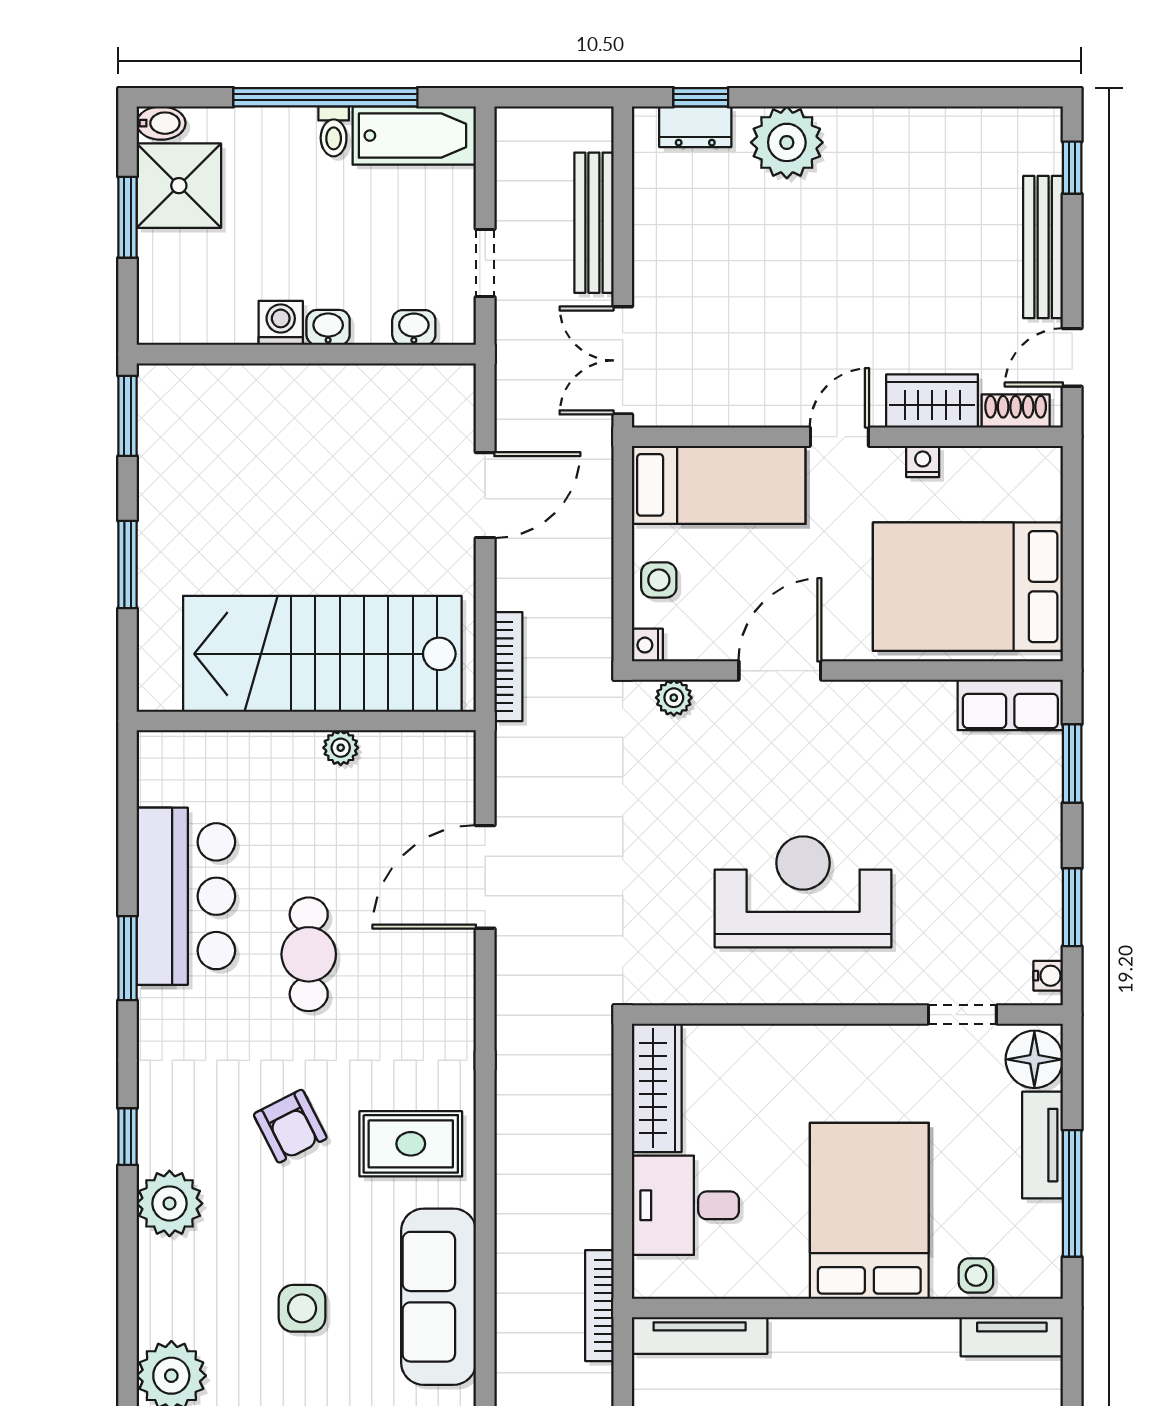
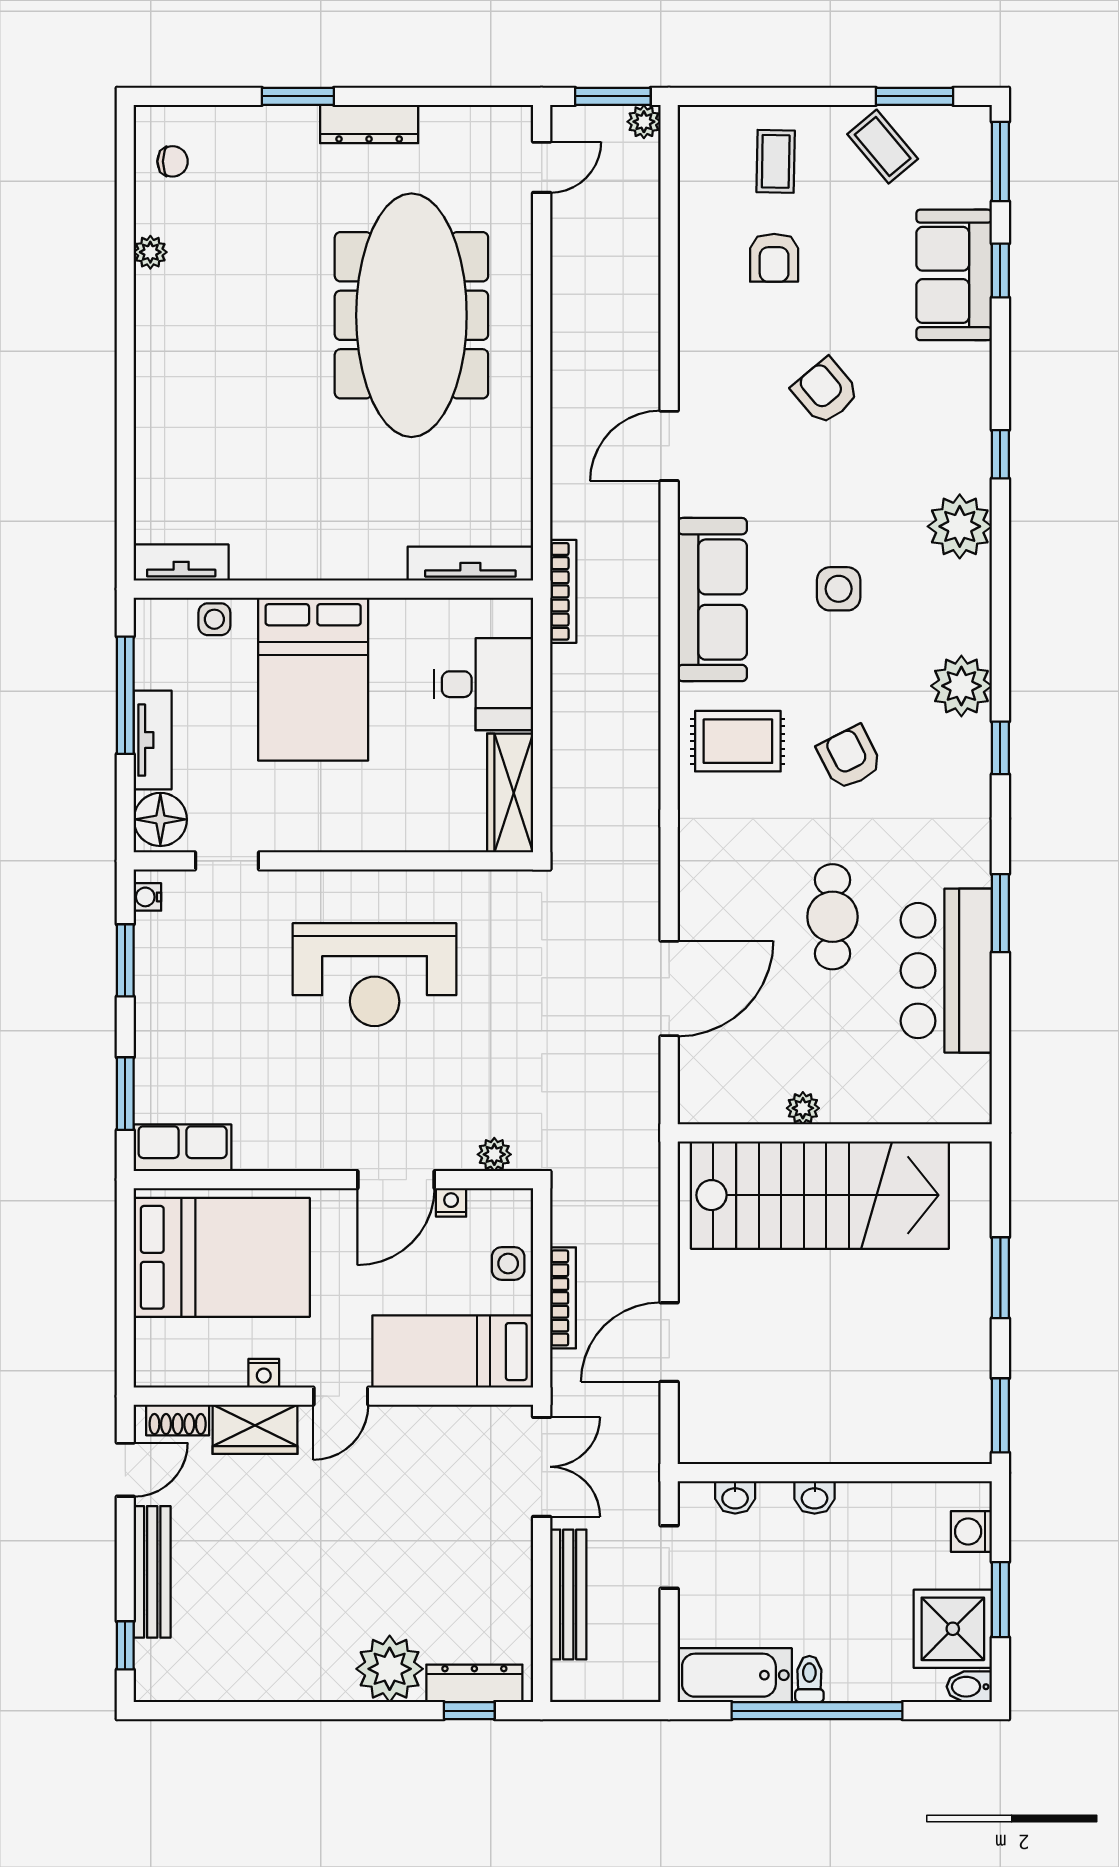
dresser: (695, 127) -> (474, 1683), width x1.44
washing machine: (281, 323) -> (971, 1532), moved, turned 90
nightstand: (647, 645) -> (451, 1202), moved, turned -90
bookcase: (508, 667) -> (563, 1298), moved, turned 180

